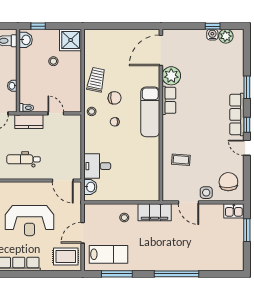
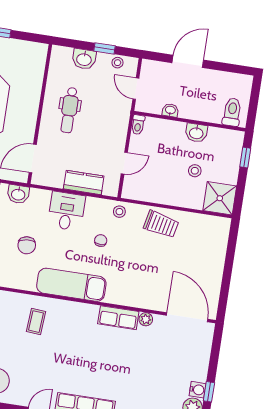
washbasin: (26, 40) -> (196, 133), moved
plant: (171, 76) -> (146, 319), width x0.53, depth x0.53
chair: (115, 98) -> (27, 245), moved
exam couch: (150, 112) -> (71, 285), moved
kitchen counter: (29, 122) -> (84, 182), moved, turned 90
dental chair: (23, 159) -> (69, 110), turned 180
desk: (97, 166) -> (66, 211), moved

